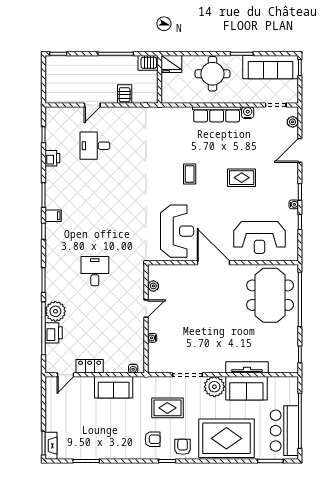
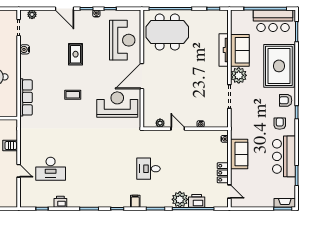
row of seats: (217, 114) -> (26, 97), moved
desk: (95, 146) -> (51, 169), width x1.37
door: (300, 150) -> (65, 9), moved
filing cabinet: (53, 216) -> (135, 201), moved
rug: (167, 408) -> (255, 112), removed
bar counter: (111, 445) -> (284, 156), added

